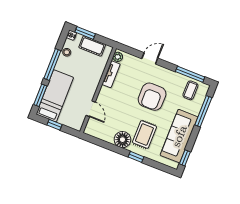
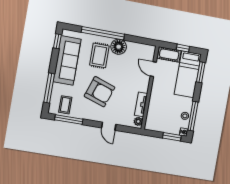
cot: (92, 46) -> (169, 54), moved
door: (150, 58) -> (109, 126), hinge flipped
window: (52, 64) -> (193, 116), moved
armchair: (152, 97) -> (100, 92), turned 109
window: (136, 157) -> (103, 33), width x3.17

